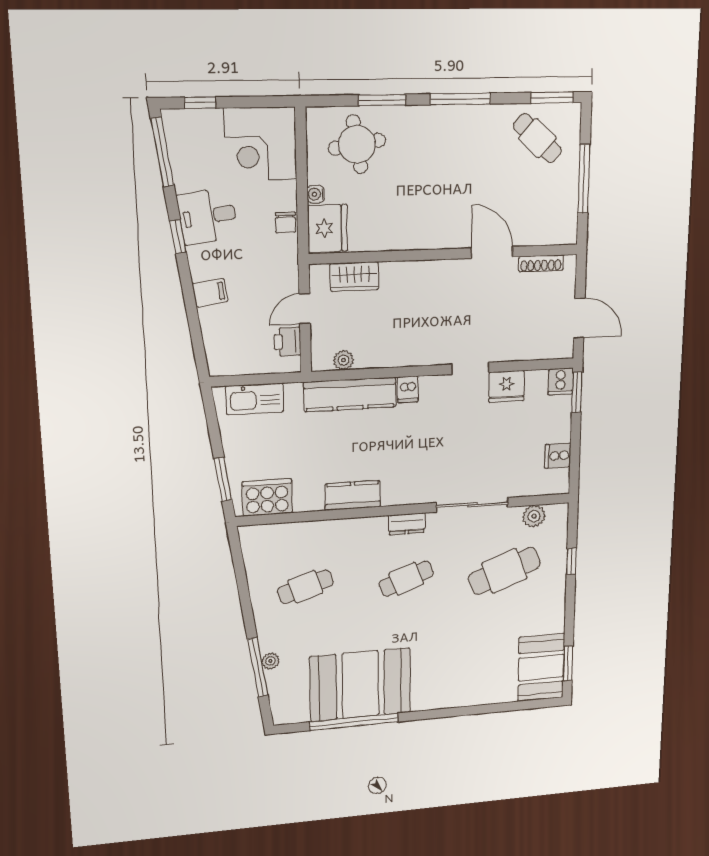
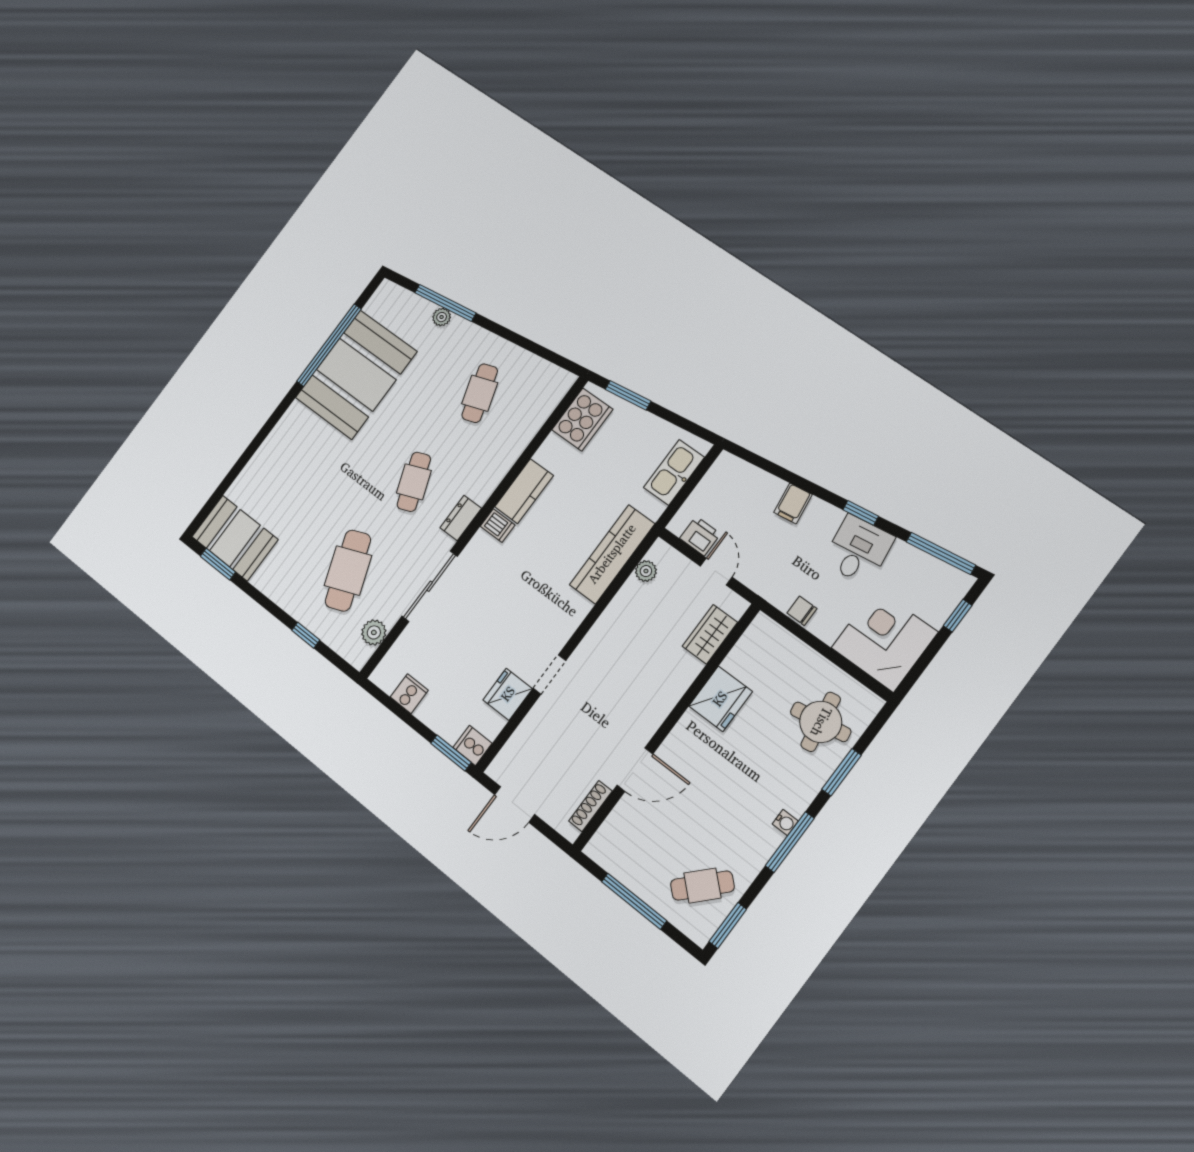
water cooler: (316, 194) -> (785, 823), moved, turned 90
fridge: (328, 228) -> (720, 699), moved, turned -90
dishwasher: (408, 389) -> (498, 526), moved, turned 180

